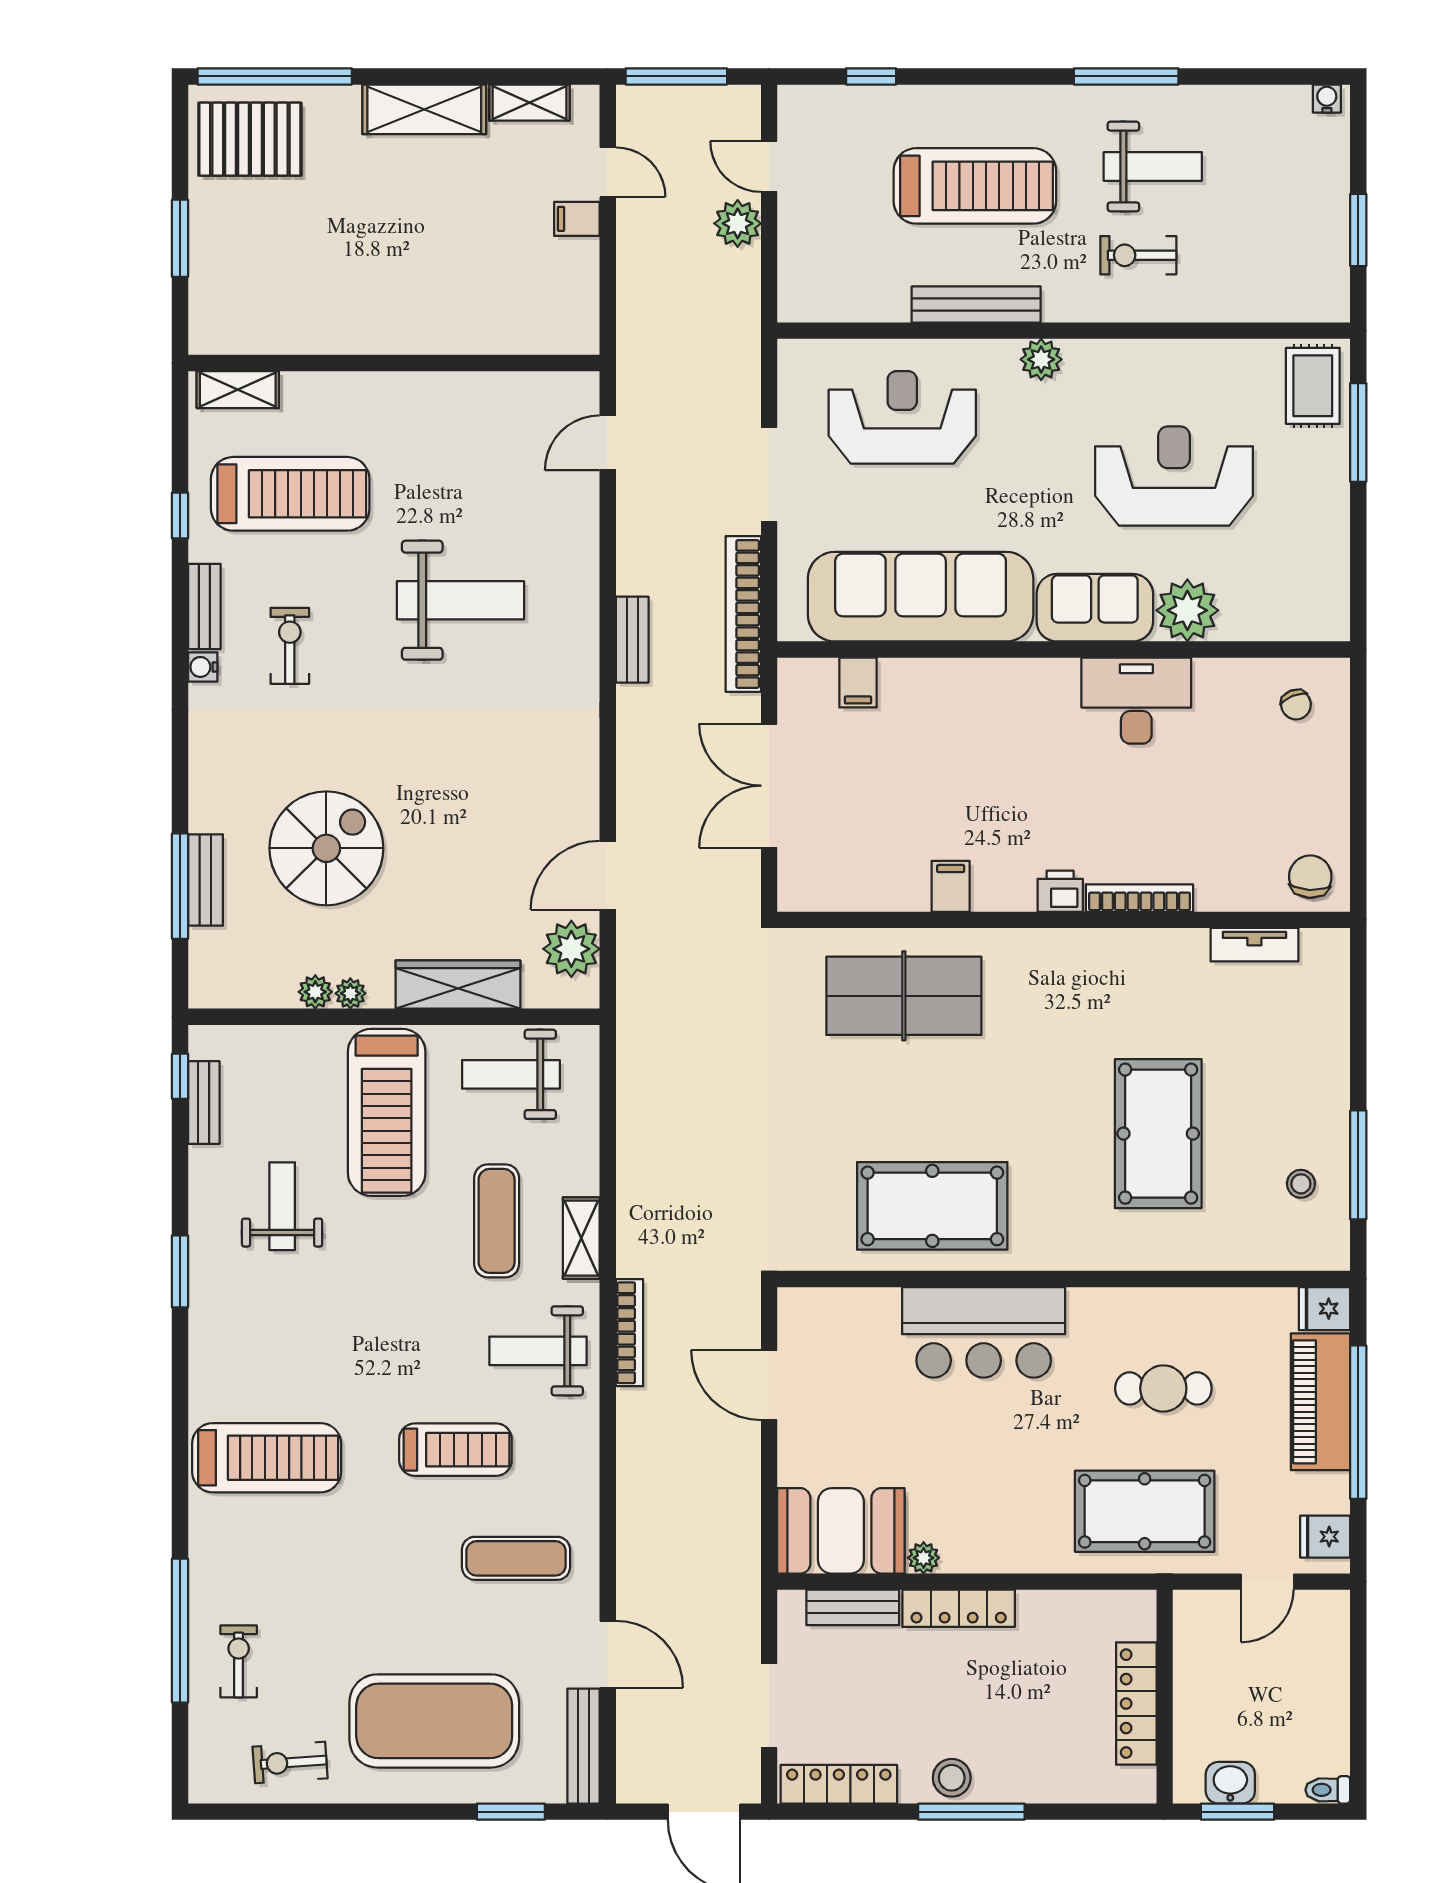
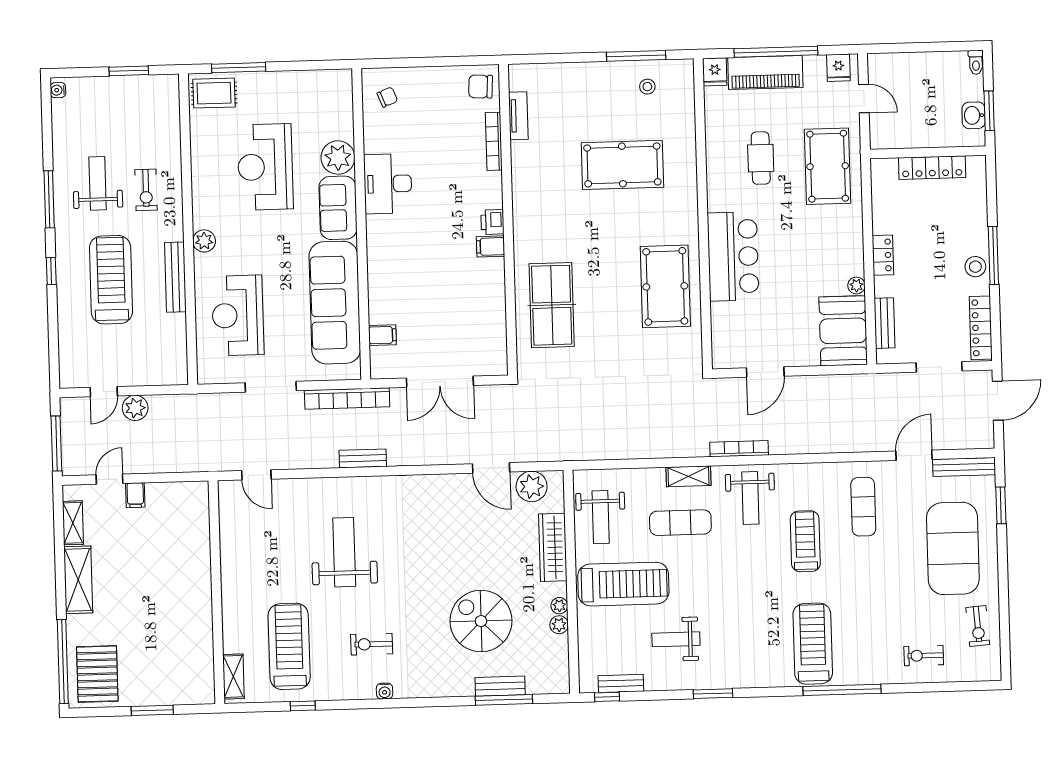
window: (871, 76) -> (51, 271), moved
bench: (204, 606) -> (352, 691), removed
filing cabinet: (951, 886) -> (491, 246), moved
bookcase: (1140, 898) -> (494, 141), moved
locker: (959, 1608) -> (883, 255), width x0.66
window: (180, 1631) -> (842, 690), moved

